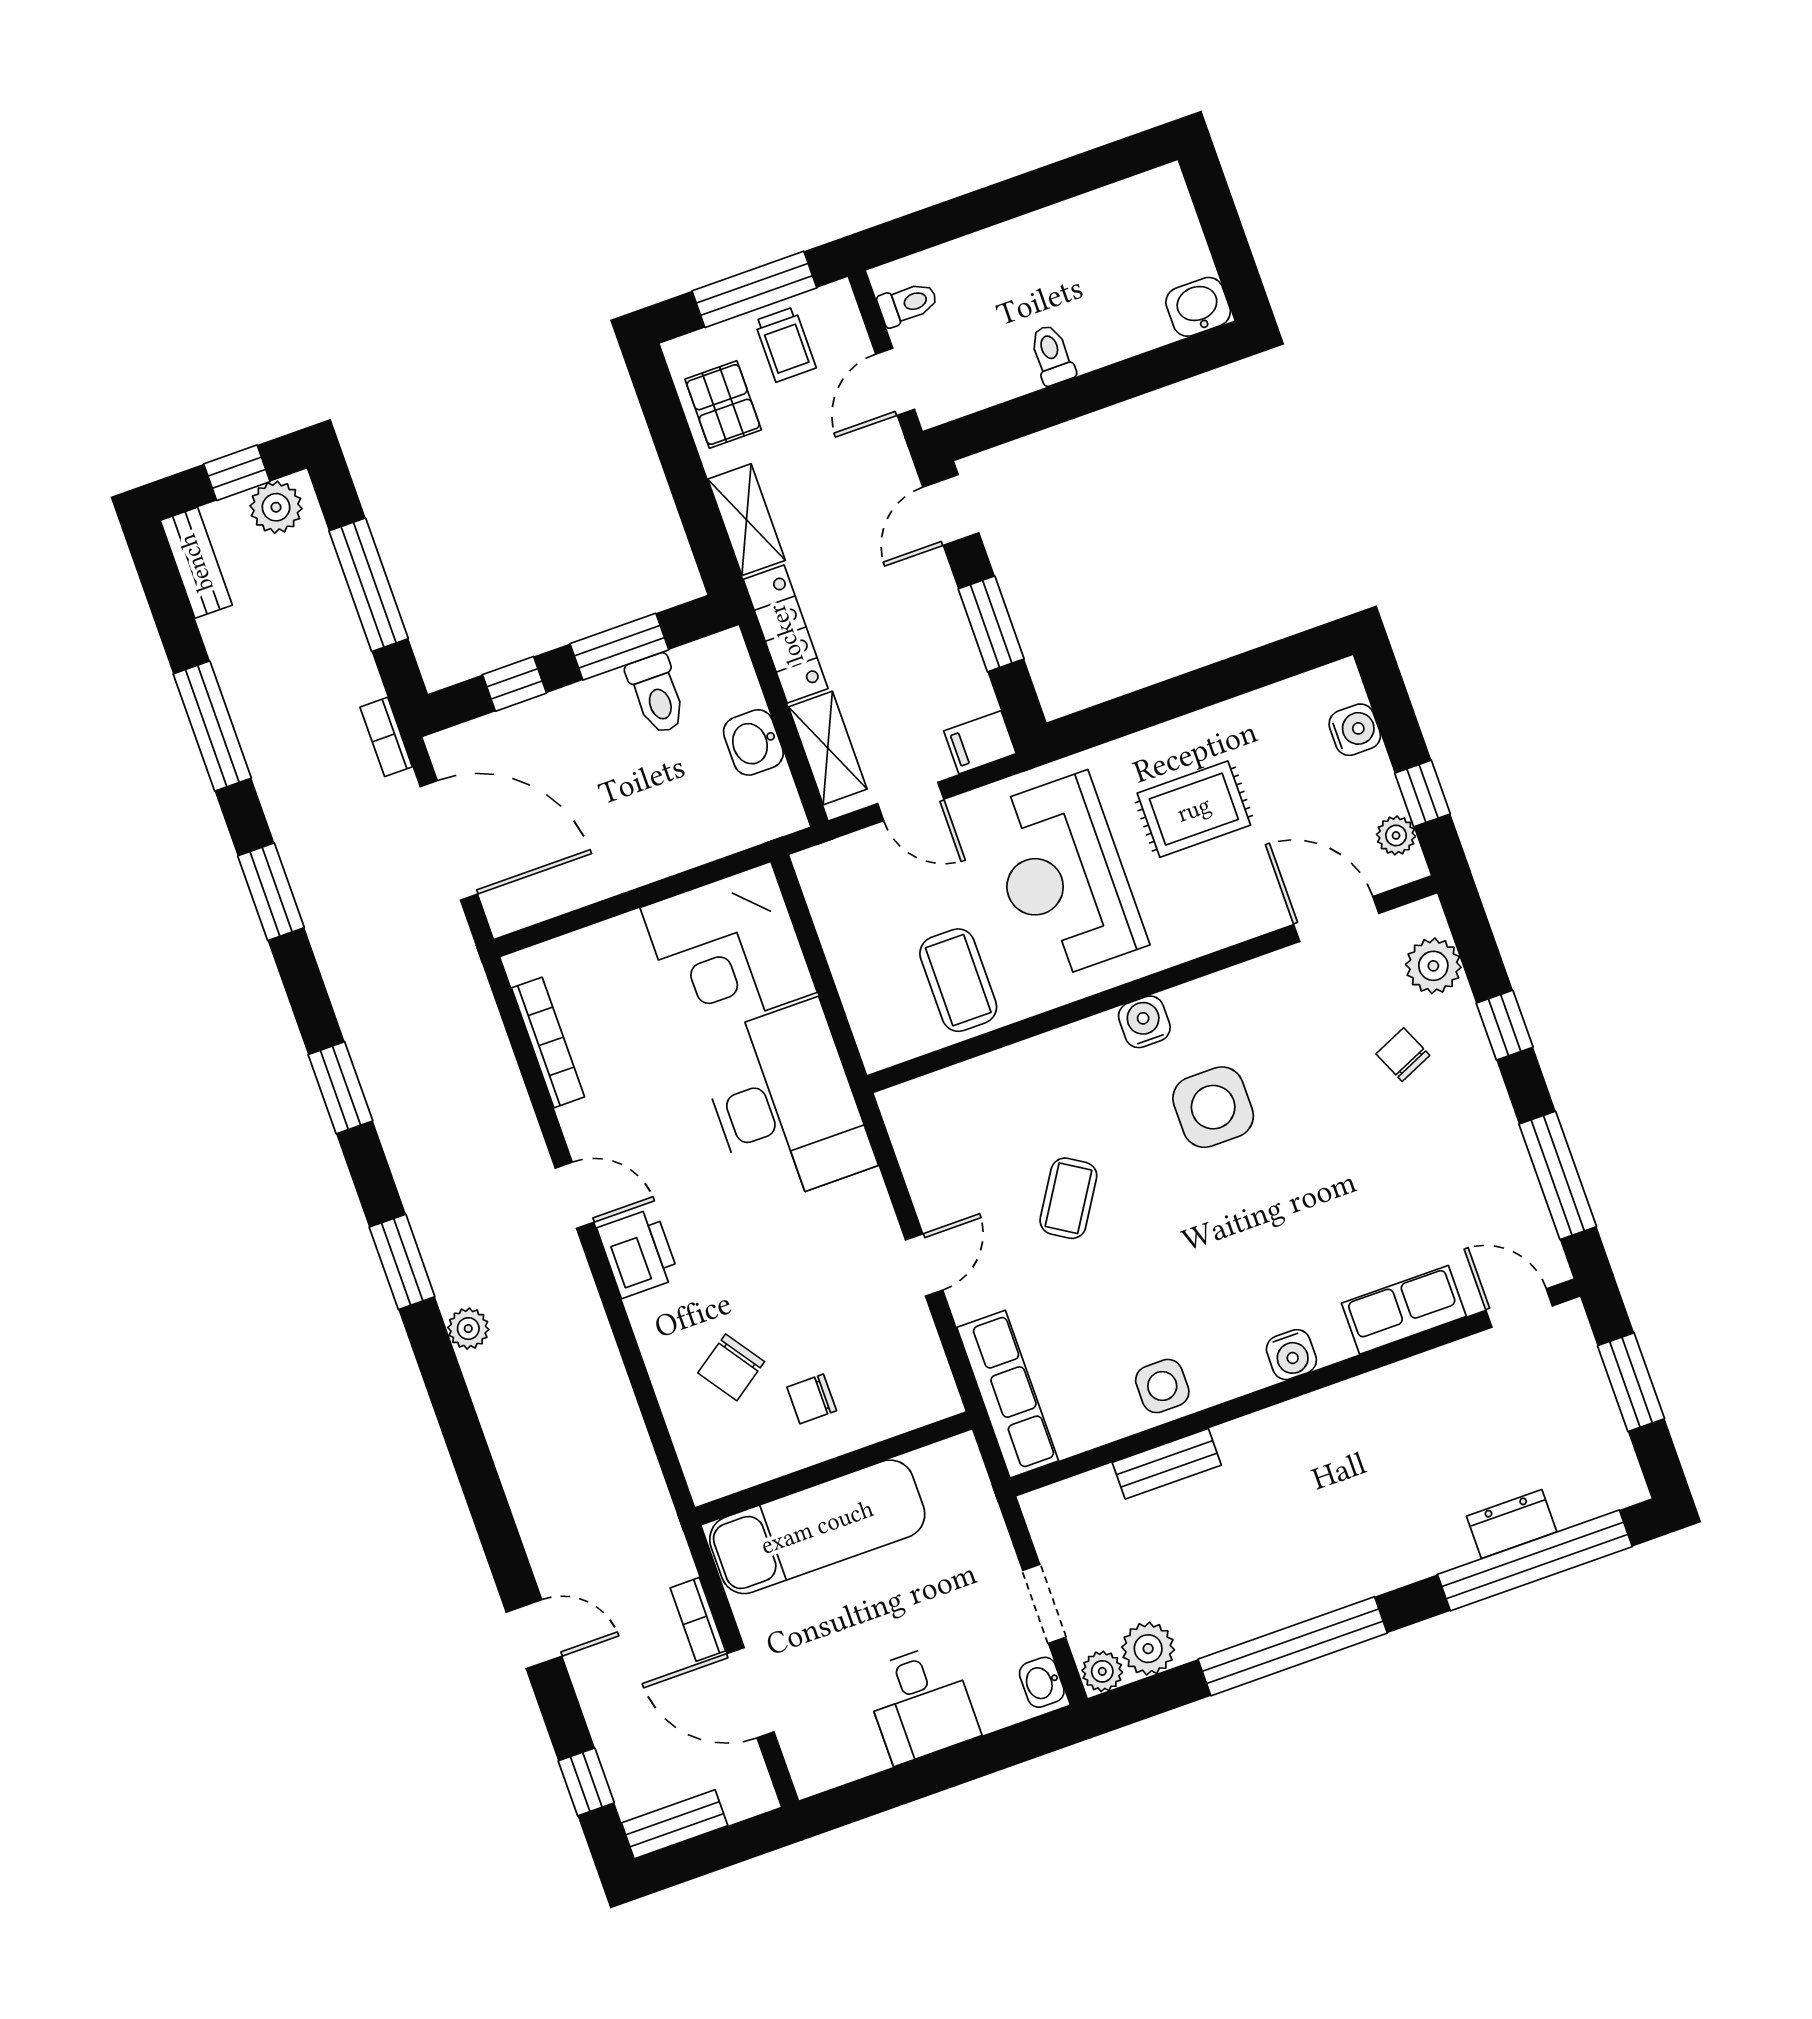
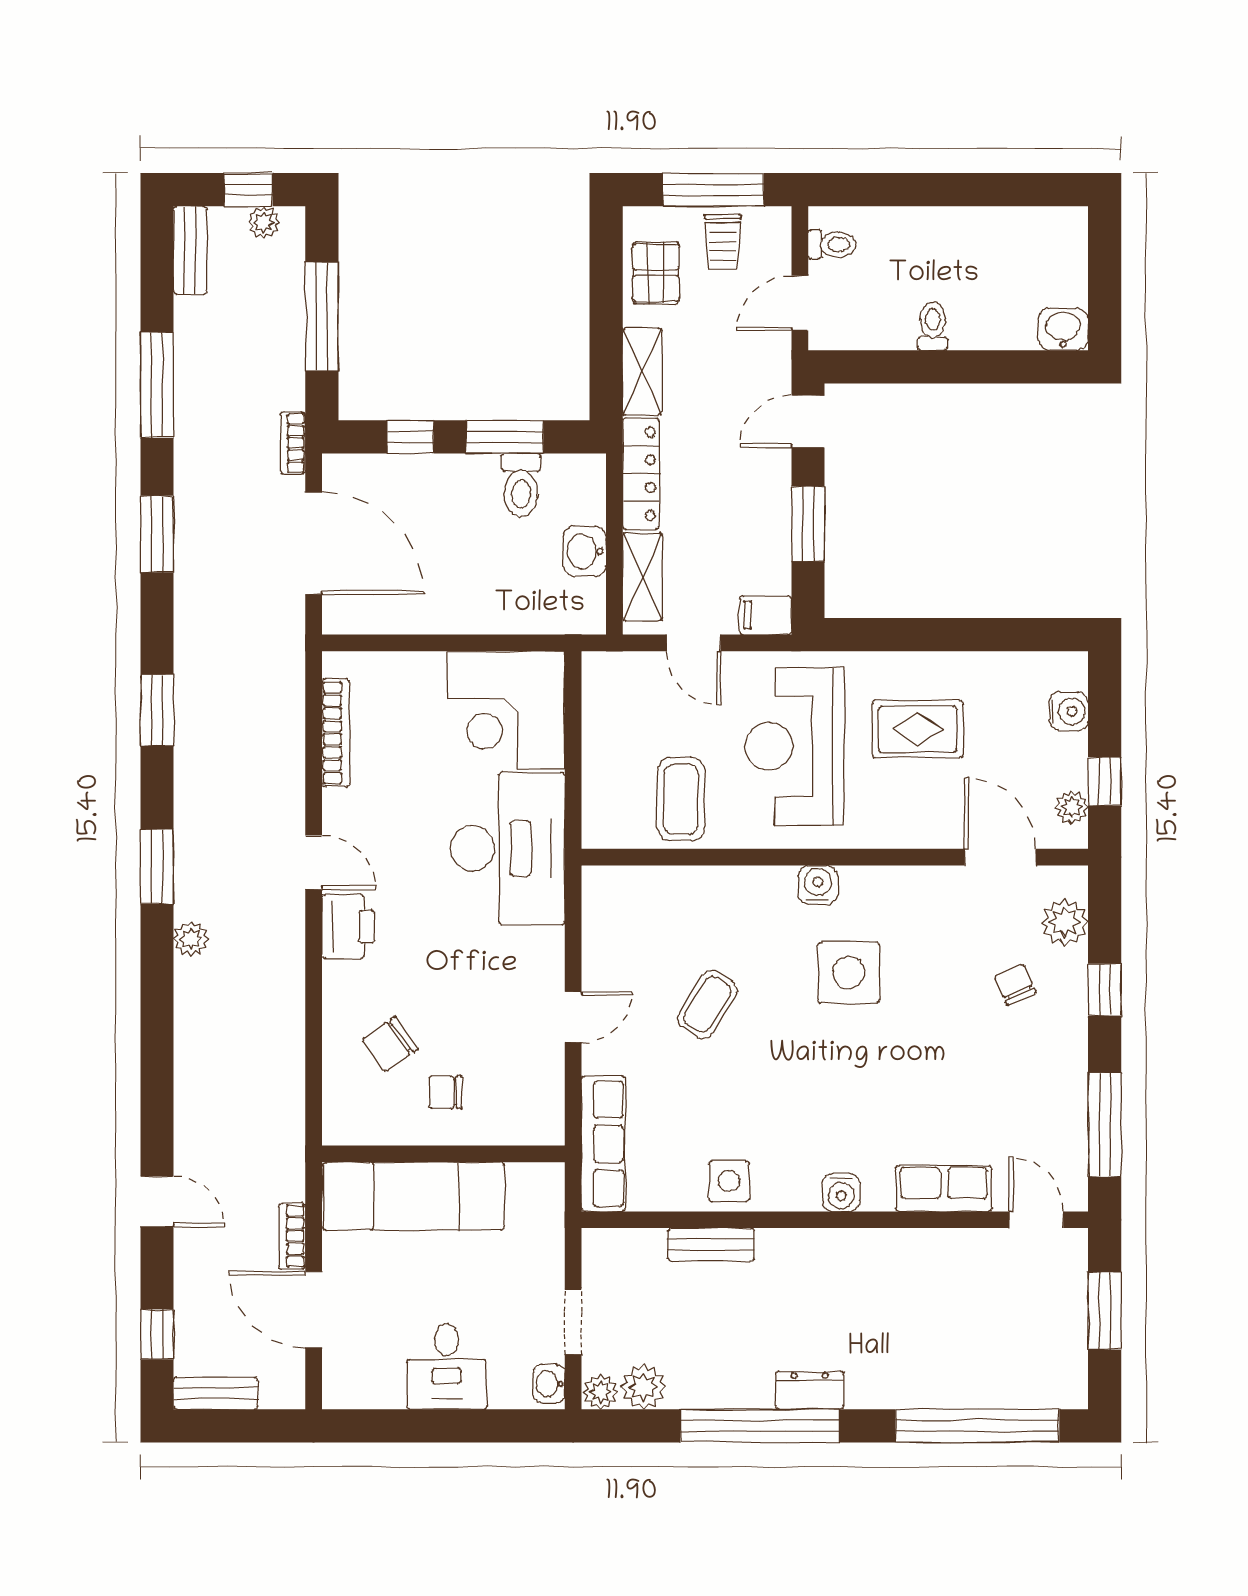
plant: (276, 507) -> (264, 222), width x0.73, depth x0.73
dresser: (1512, 1524) -> (810, 1390), moved

